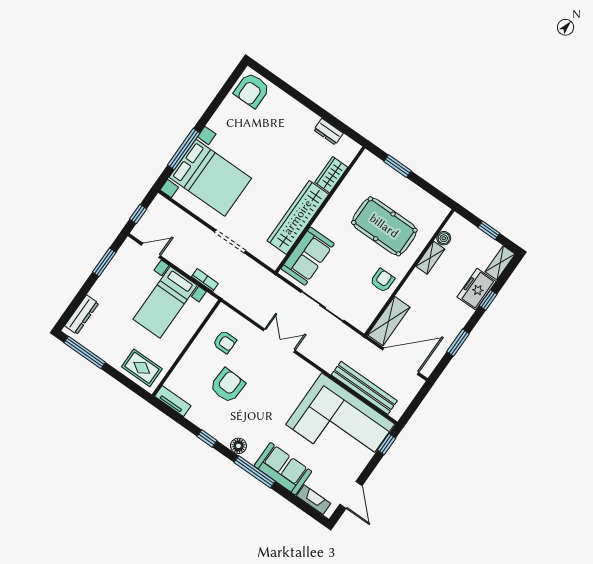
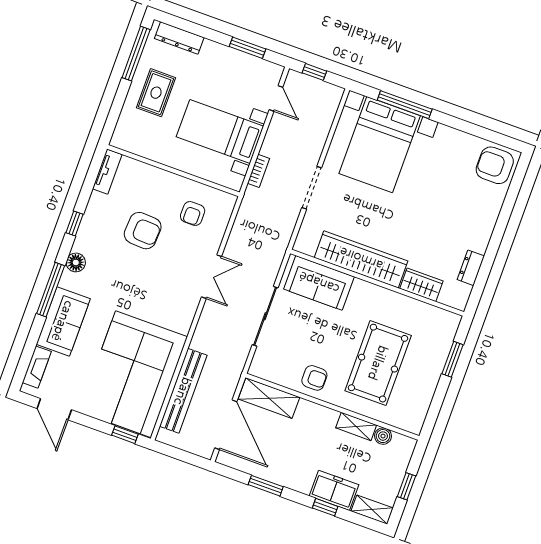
rug: (142, 368) -> (156, 93), moved
door: (351, 495) -> (54, 409), hinge flipped

